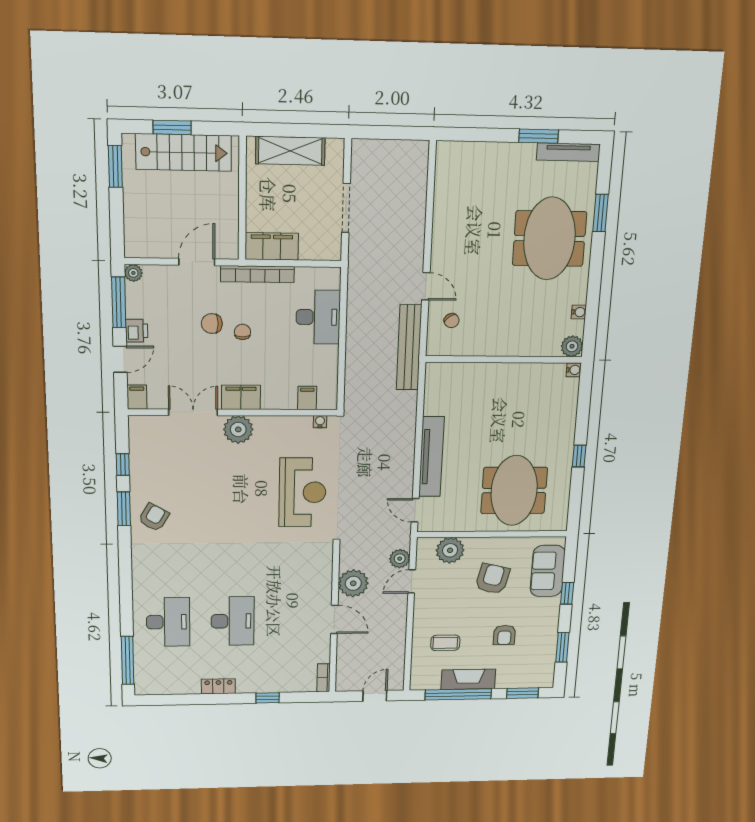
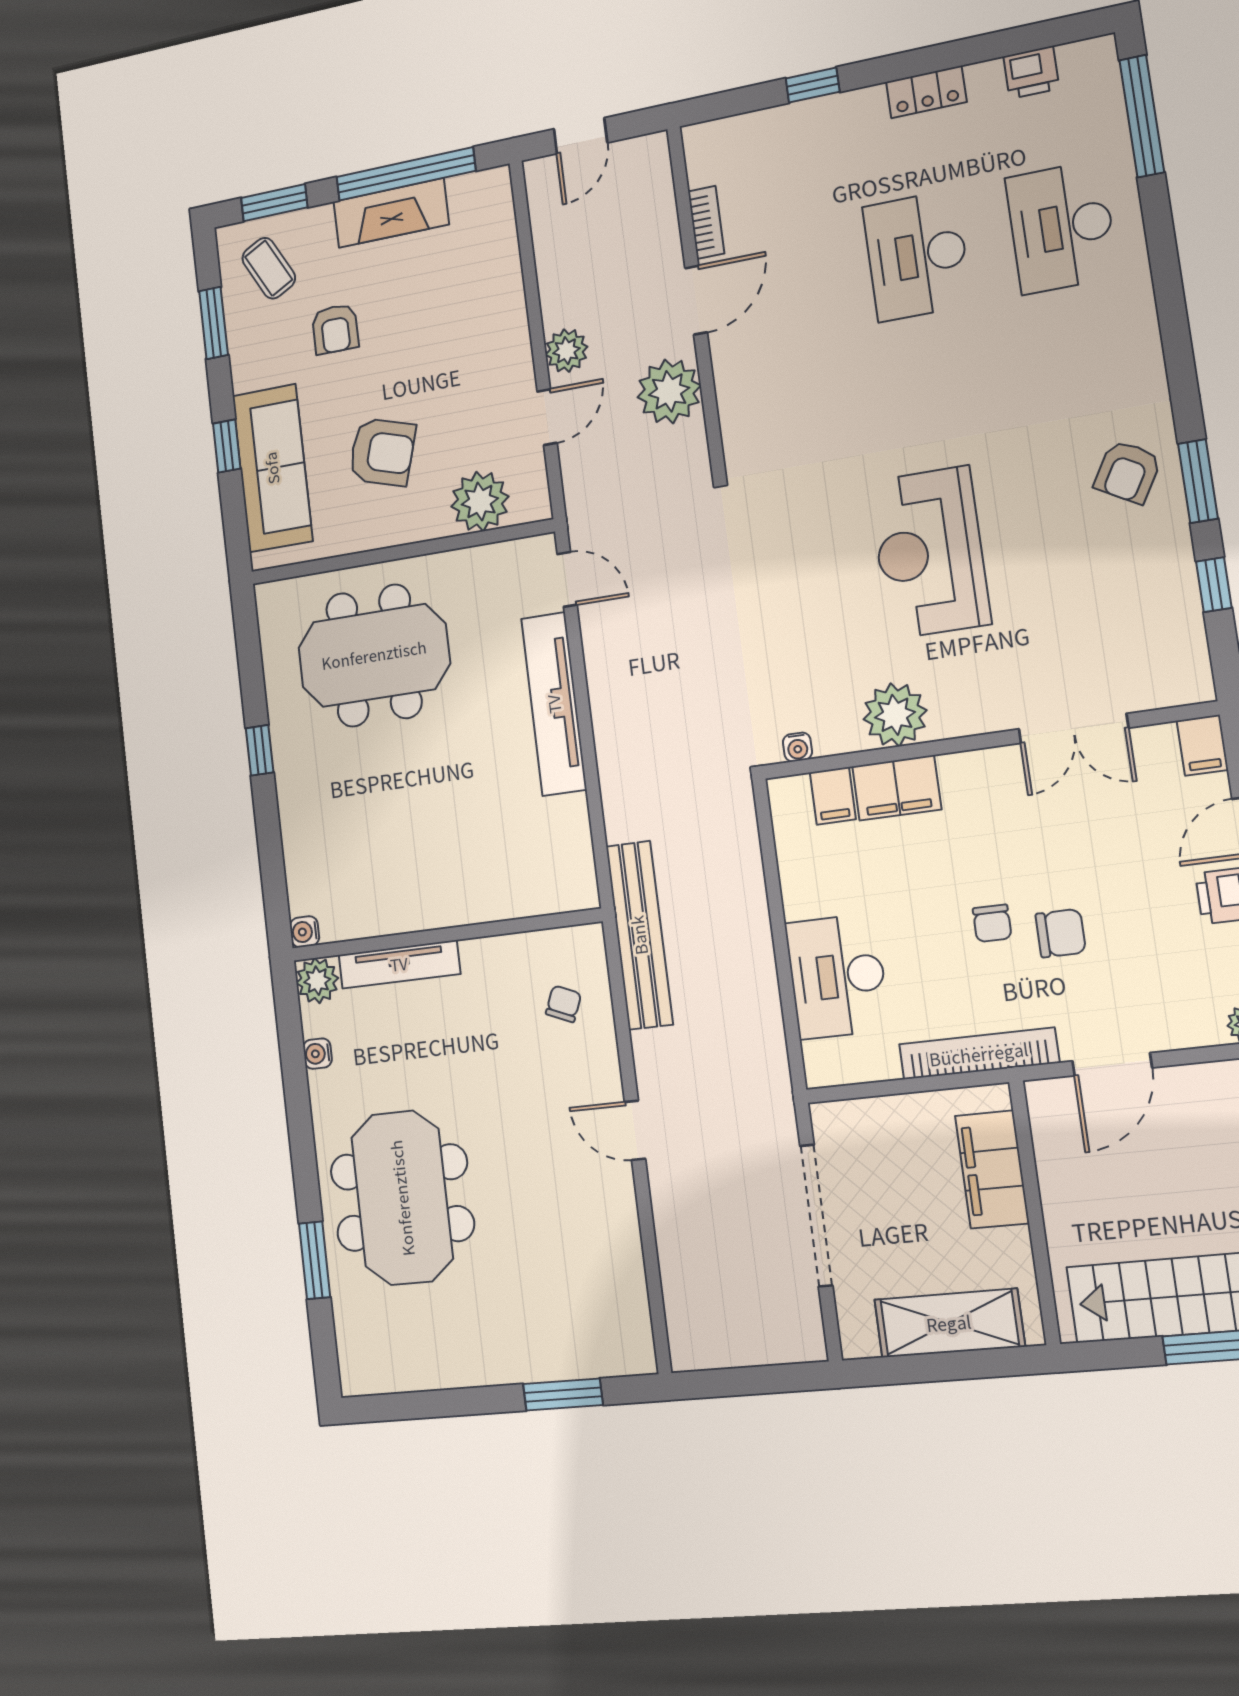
window: (539, 136) -> (563, 1394), moved
tv unit: (568, 152) -> (399, 964), moved, turned 180
doorway: (346, 208) -> (816, 1215), width x1.36
filing cabinet: (272, 246) -> (992, 1169), moved, turned 90
door: (426, 286) -> (635, 1130), moved
chair: (452, 321) -> (564, 1004), turned 59
filing cabinet: (241, 397) -> (897, 788), moved
plant: (238, 429) -> (895, 715), moved
meeting table: (514, 491) -> (374, 655), turned 90
reception desk: (302, 492) -> (930, 552), moved
plant: (400, 559) -> (566, 351), moved
sofa: (548, 571) -> (272, 468), width x1.36
armchair: (493, 579) -> (382, 452), turned -86
door: (334, 619) -> (696, 300), swing flipped
armchair: (504, 635) -> (335, 329), turned 180
coffee table: (445, 643) -> (269, 268), moved, turned 62
bookcase: (324, 678) -> (706, 222), moved
printer: (172, 686) -> (1031, 72), added

